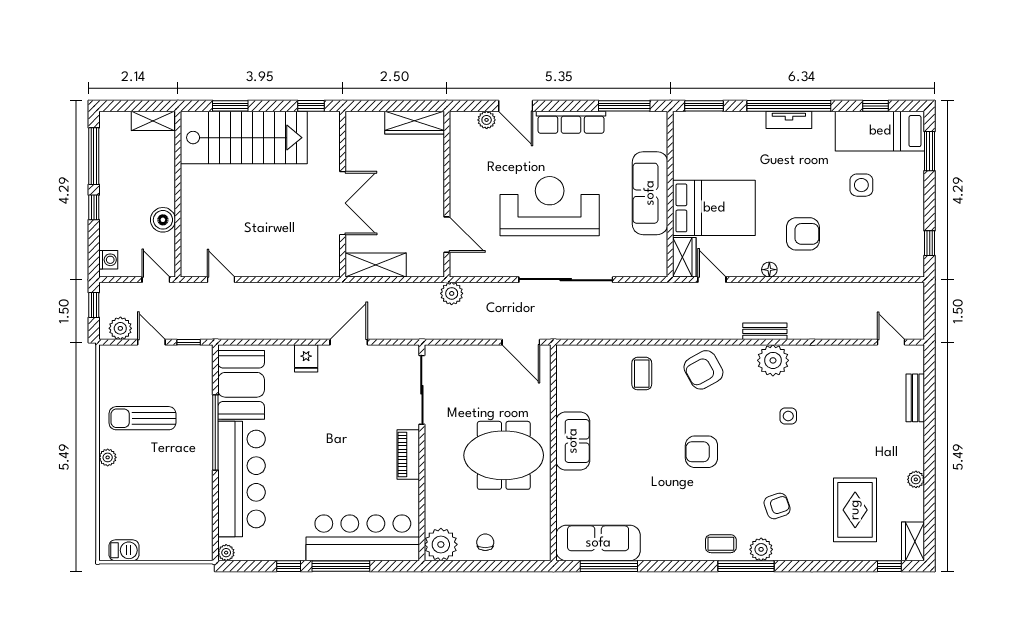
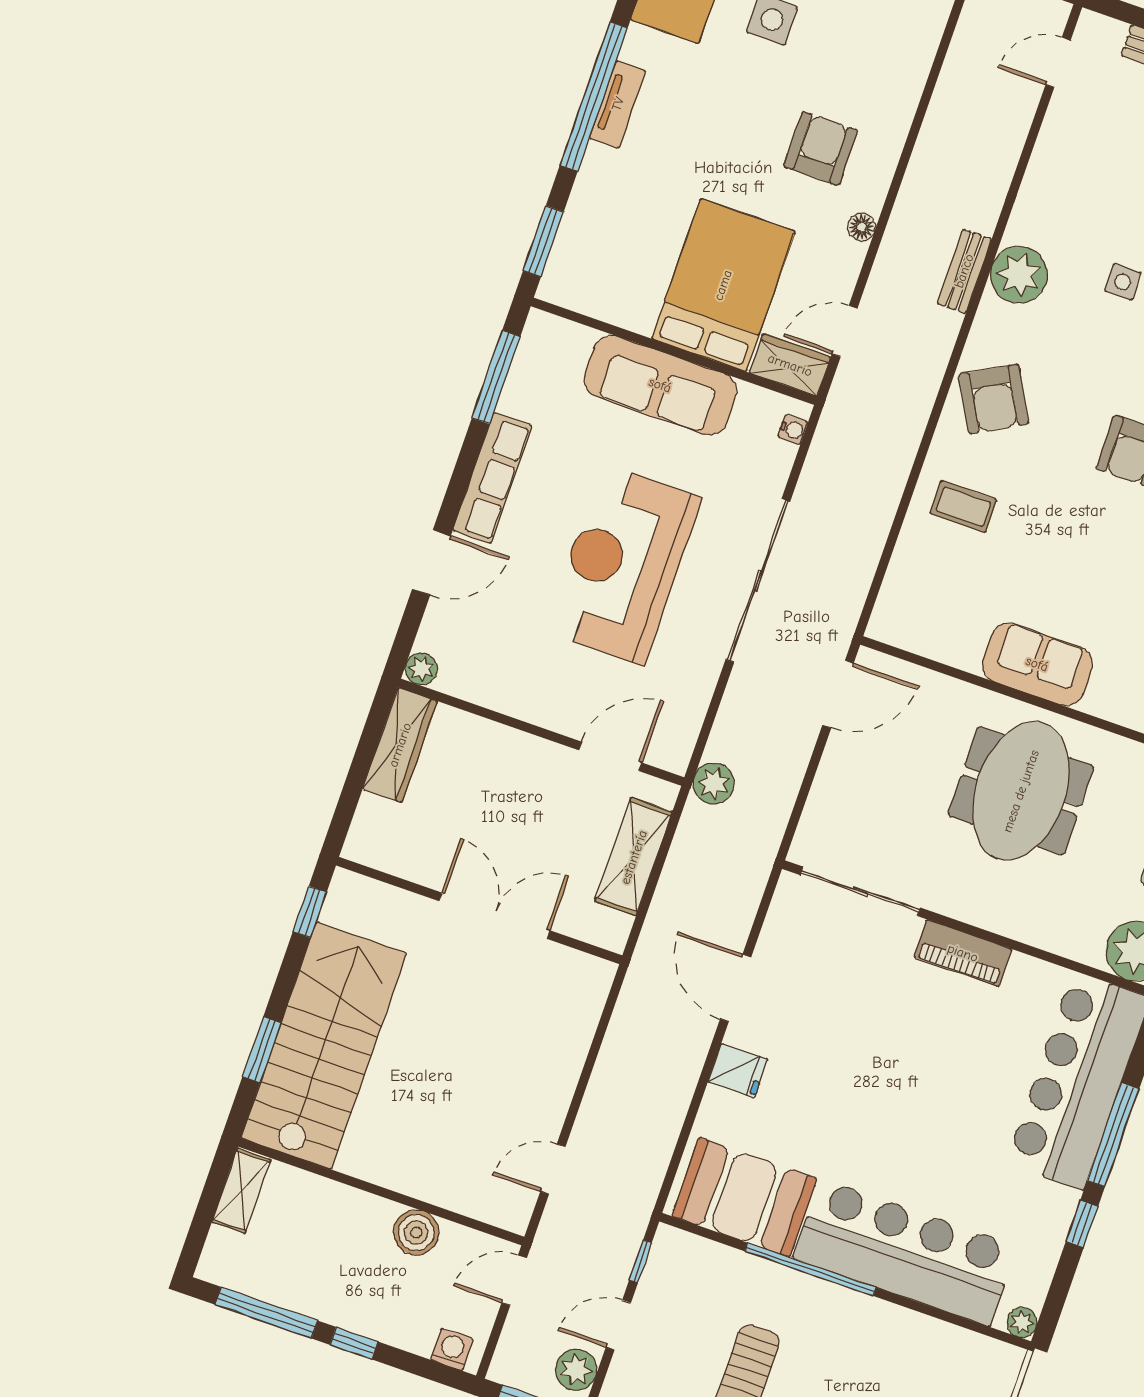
plant: (487, 120) -> (421, 669), moved
shelving: (376, 265) -> (634, 857), moved
water cooler: (651, 271) -> (793, 429), added

